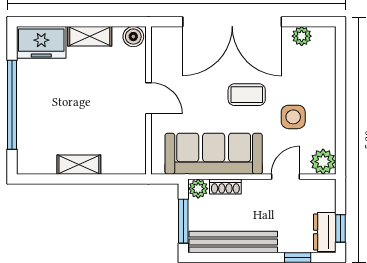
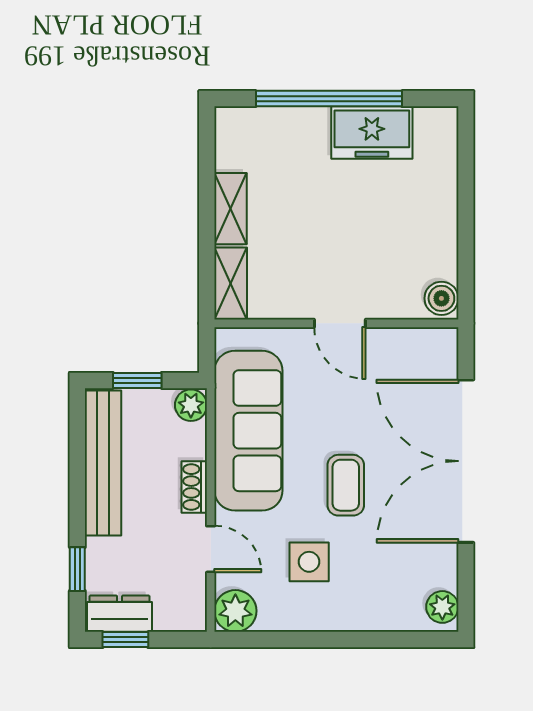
shelving: (90, 36) -> (231, 283), moved
plant: (302, 36) -> (442, 607), moved
freezer: (41, 42) -> (372, 133), moved, turned -90
door: (148, 98) -> (340, 323), hinge flipped
shoe rack: (225, 187) -> (194, 487), moved
window: (183, 221) -> (137, 380), width x0.67

